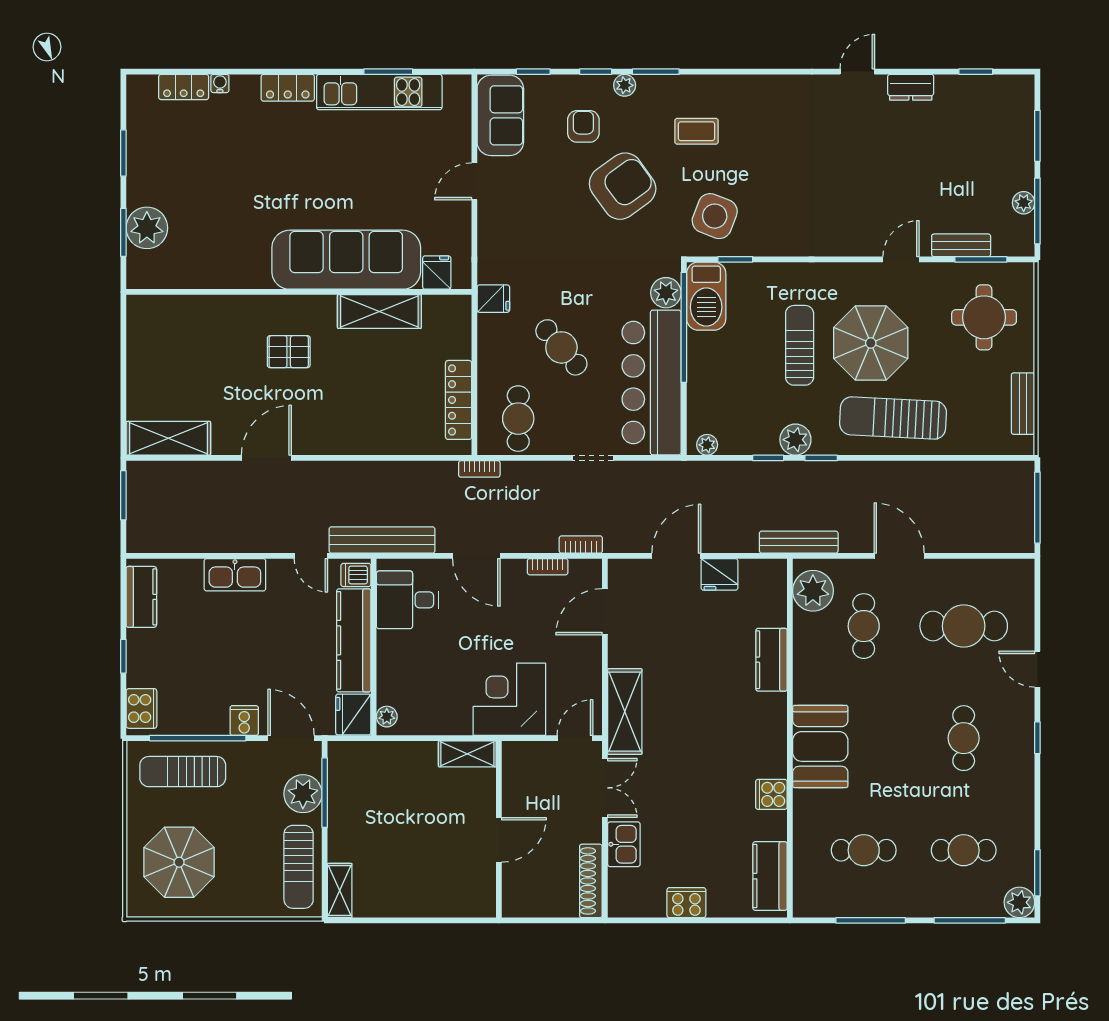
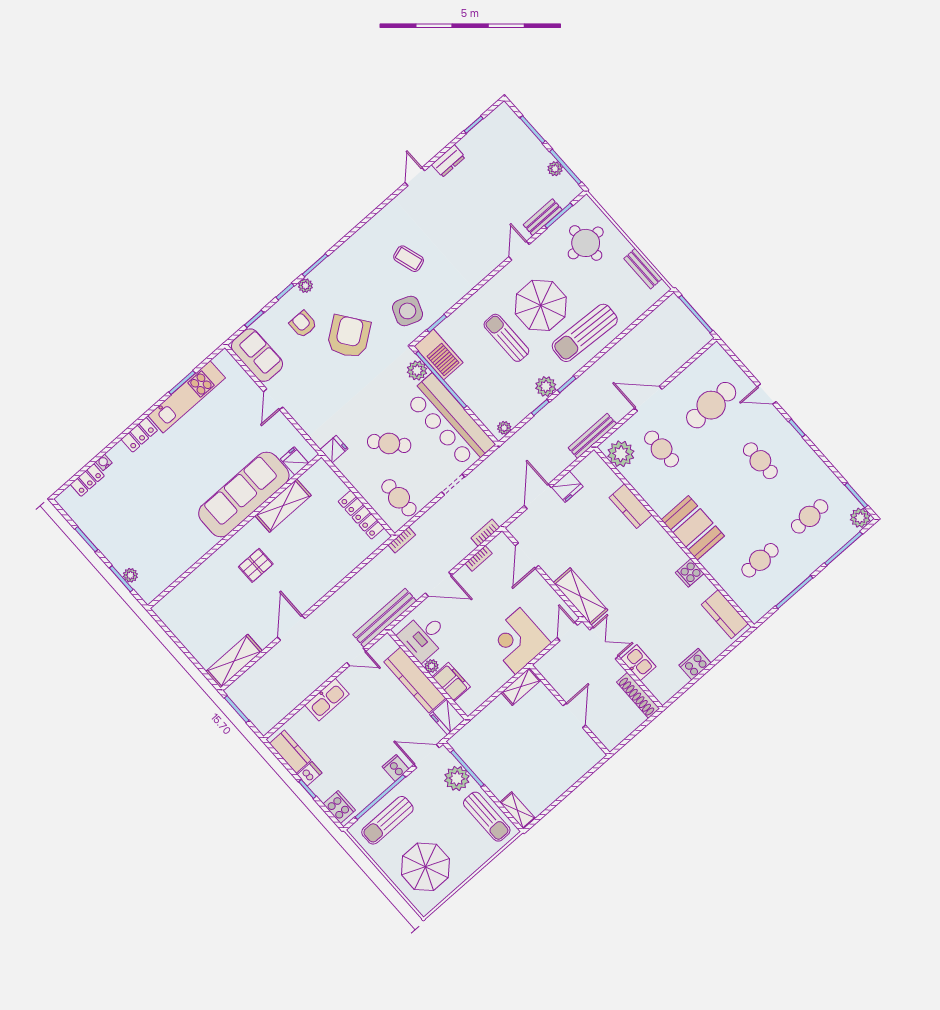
coffee table: (696, 131) -> (409, 259), moved, turned 73
plant: (147, 228) -> (130, 575), width x0.53, depth x0.53
dishwasher: (356, 575) -> (310, 774), moved, turned 180
filing cabinet: (393, 679) -> (451, 682), added
plant: (387, 717) -> (432, 666), moved

